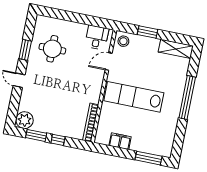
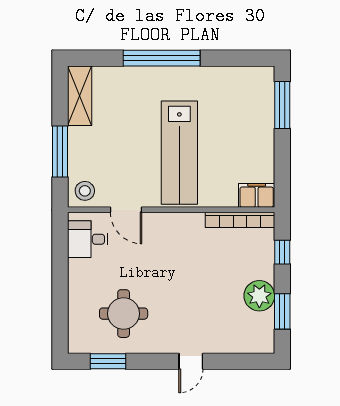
window: (148, 32) -> (60, 152), width x1.44
window: (25, 50) -> (108, 361), moved
plant: (25, 120) -> (259, 296), moved
window: (58, 140) -> (282, 252), moved
filing cabinet: (120, 141) -> (257, 195), moved, turned 90

